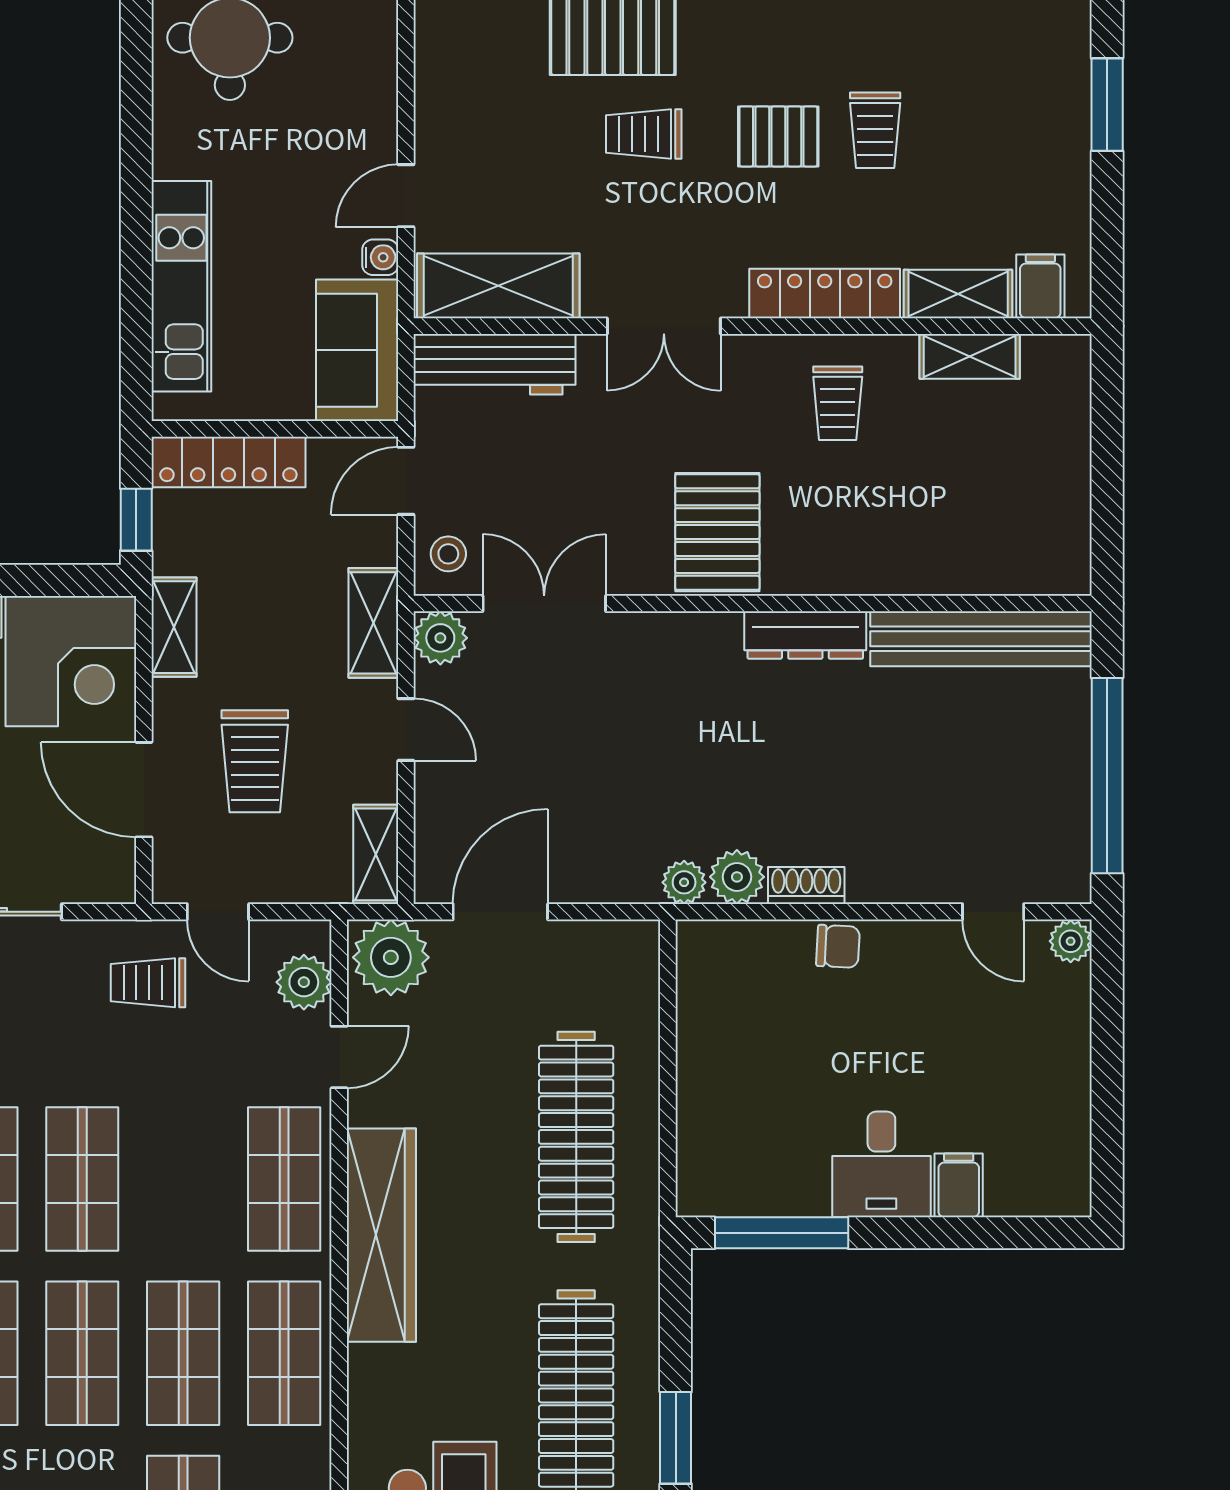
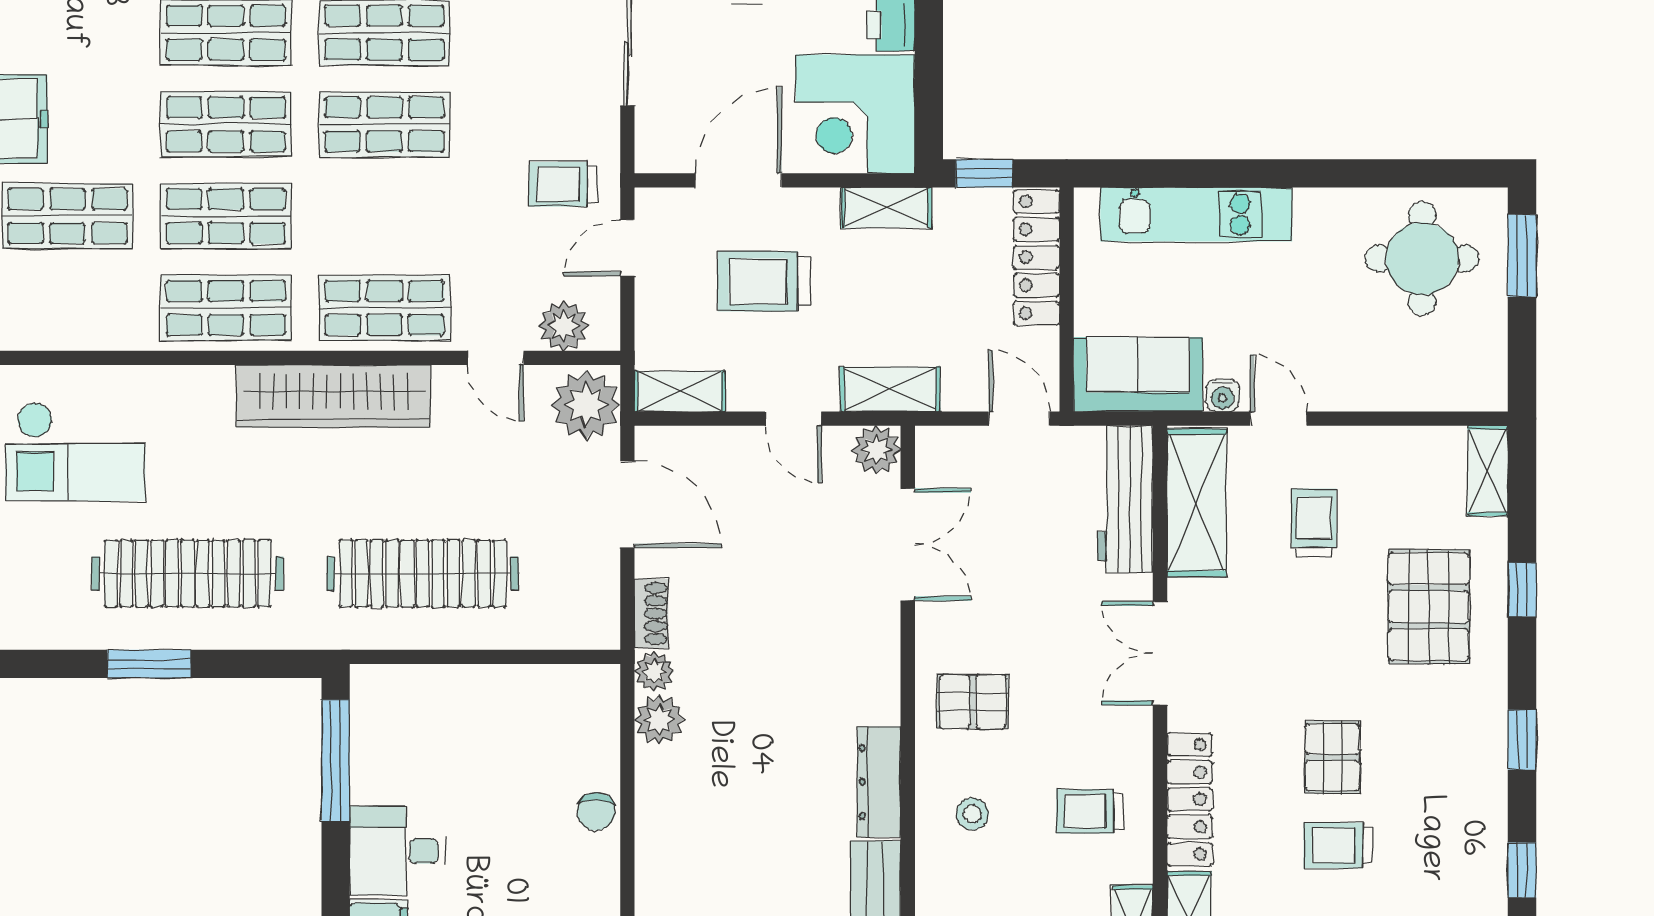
trolley: (644, 134) -> (1314, 523), moved
pallet: (717, 532) -> (973, 702), width x0.67, depth x0.71
stool: (448, 554) -> (972, 814), moved
door: (406, 730) -> (793, 419), hinge flipped
shoe rack: (806, 885) -> (651, 613), moved
trolley: (148, 983) -> (563, 184), turned -90

